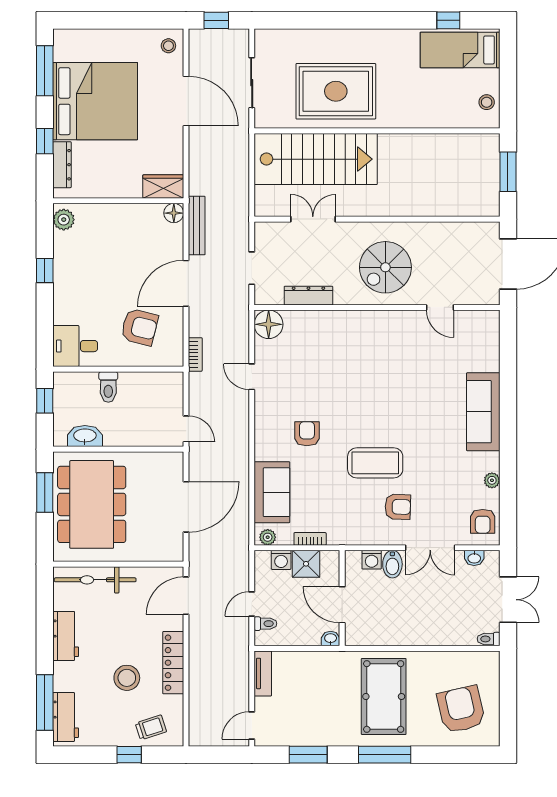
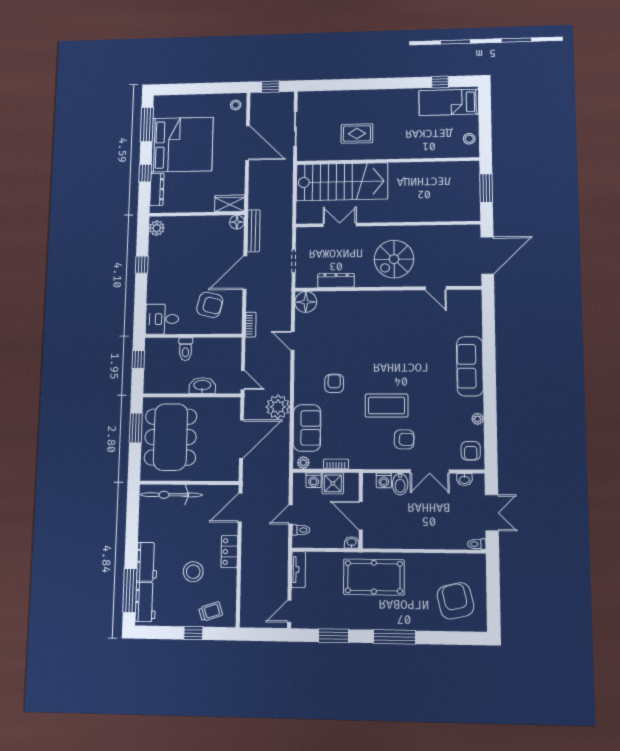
rug: (336, 91) -> (357, 134), width x0.54, depth x0.49
washbasin: (85, 436) -> (202, 385), moved
plant: (233, 465) -> (278, 407), added
workbench: (66, 636) -> (147, 562), moved
locker: (173, 663) -> (229, 552), width x0.66
pool table: (384, 696) -> (374, 577), moved, turned 90

